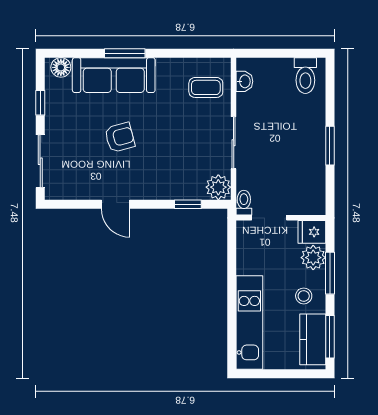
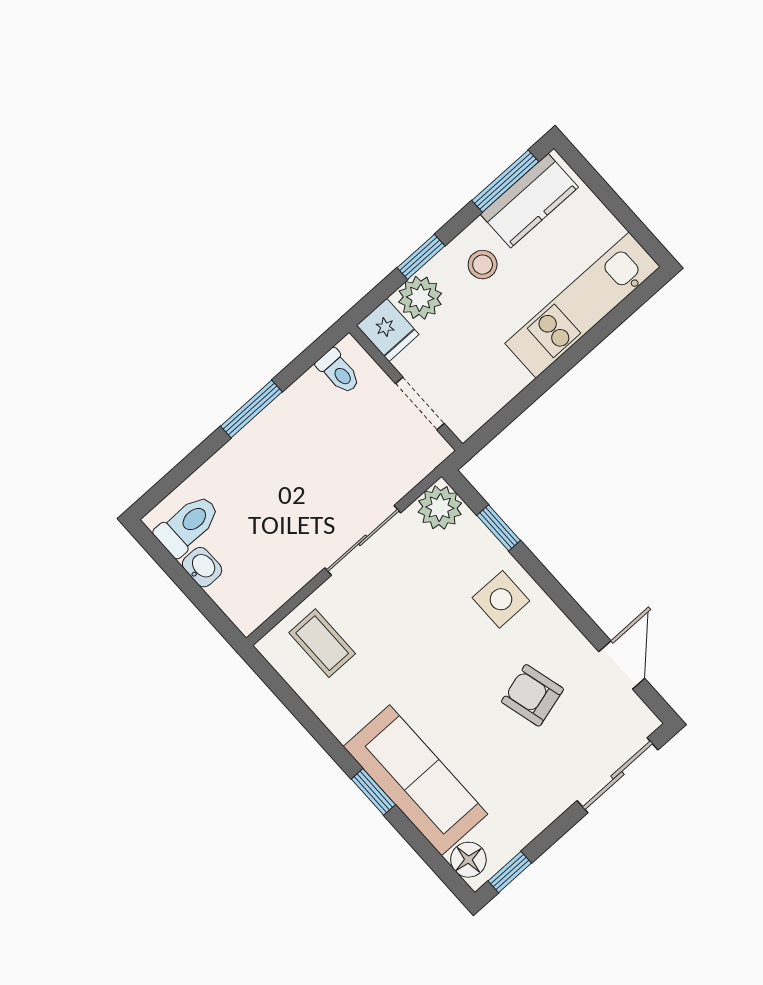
window: (125, 53) -> (373, 792), width x0.67
washbasin: (244, 81) -> (202, 567), moved, turned 90
window: (40, 103) -> (510, 872), moved
armchair: (120, 137) -> (532, 695), moved
side table: (157, 178) -> (501, 599), added
toilet: (244, 203) -> (338, 371), moved, turned -90
door: (116, 204) -> (622, 665), moved
window: (330, 273) -> (421, 257), width x0.67

